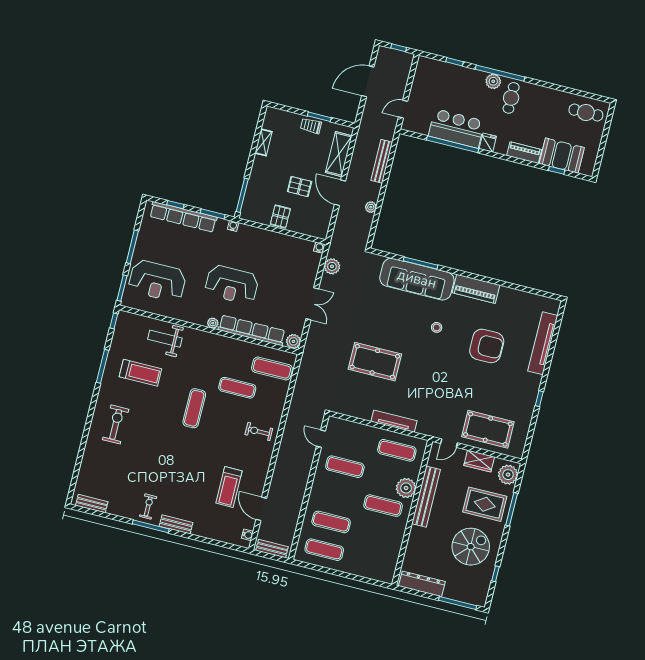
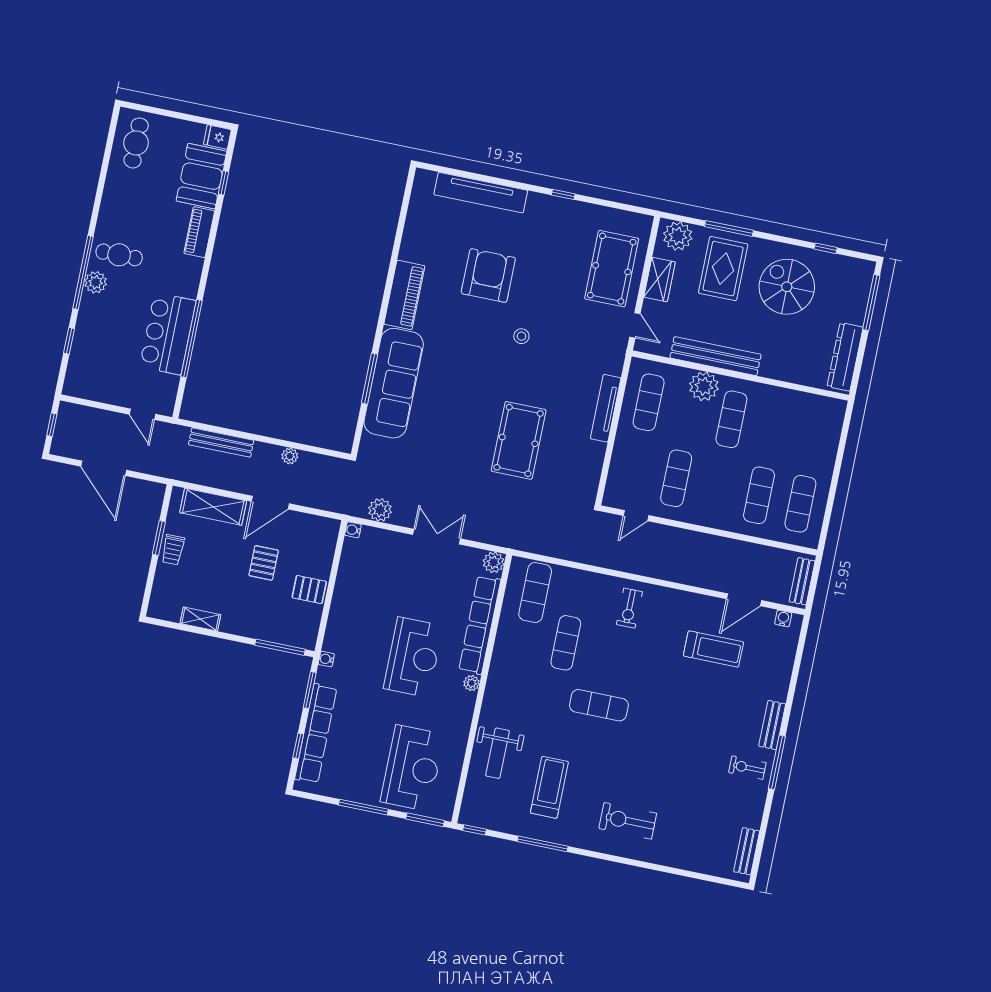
fridge: (488, 143) -> (217, 137), moved
stool: (437, 327) -> (521, 336), moved

